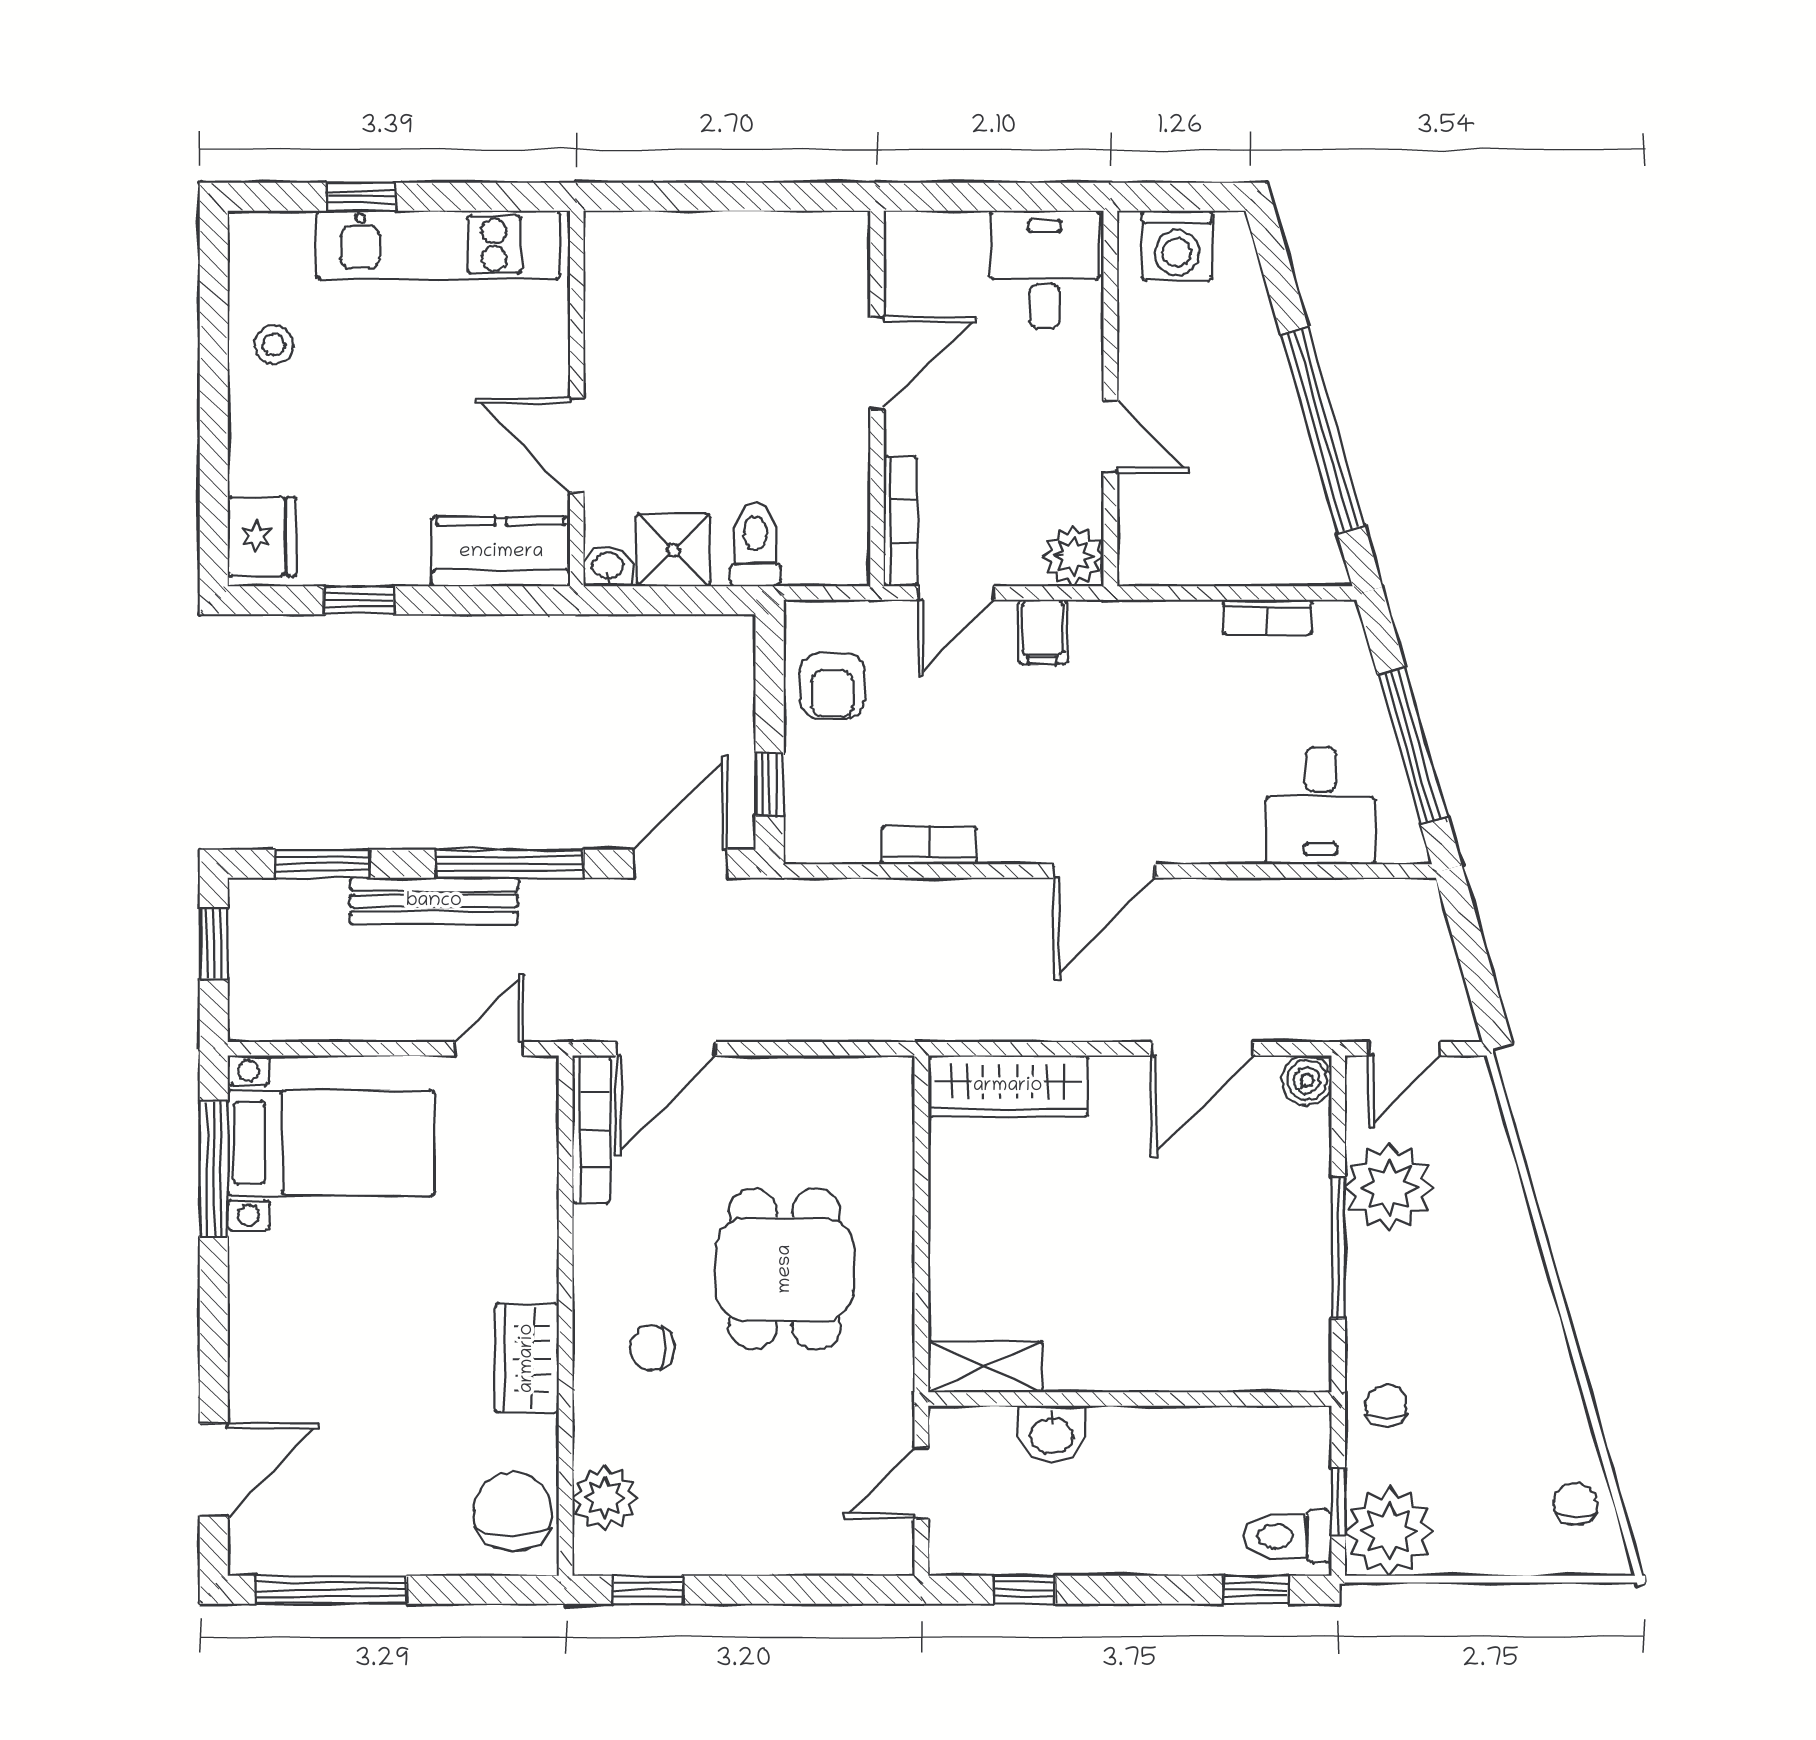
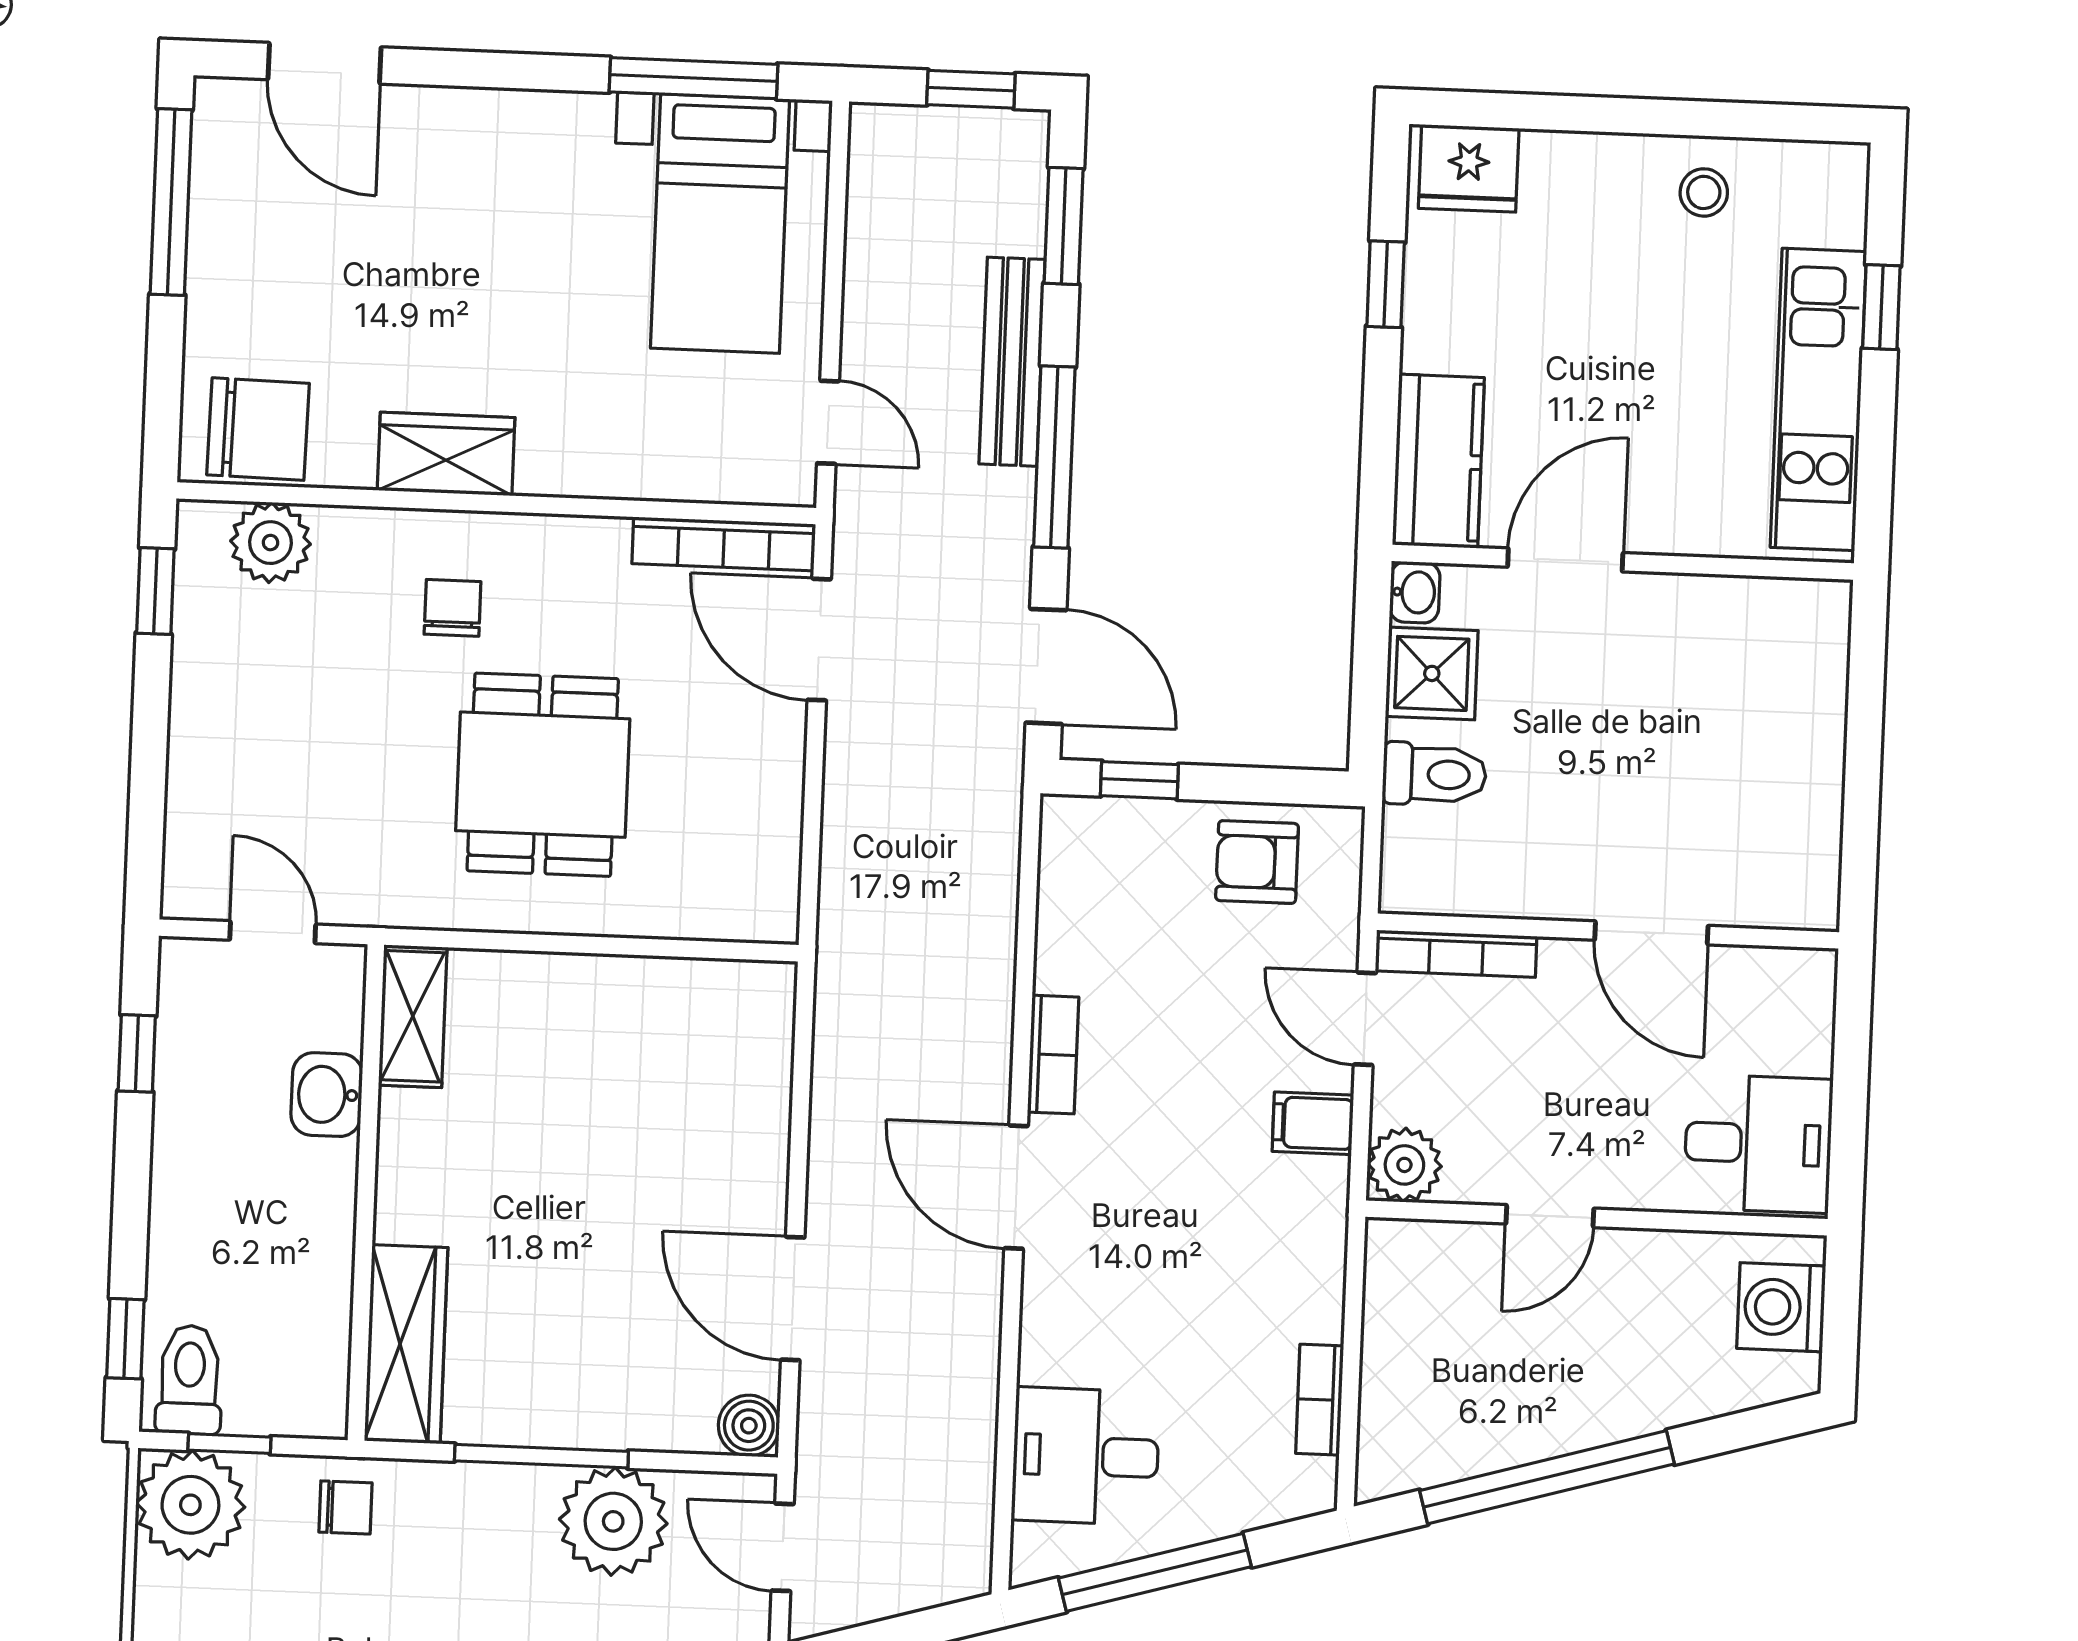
bookcase: (929, 845) -> (1053, 1055), moved
wardrobe: (1008, 1086) -> (406, 1344), moved, turned 180
dining table: (785, 1269) -> (543, 775), turned 90

